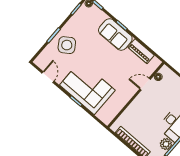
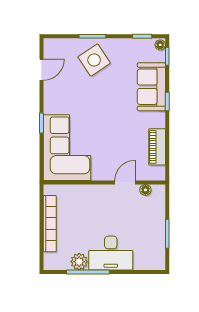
sofa: (115, 34) -> (151, 87), moved
door: (145, 84) -> (125, 182), hinge flipped
corner sofa: (87, 88) -> (67, 148), moved

